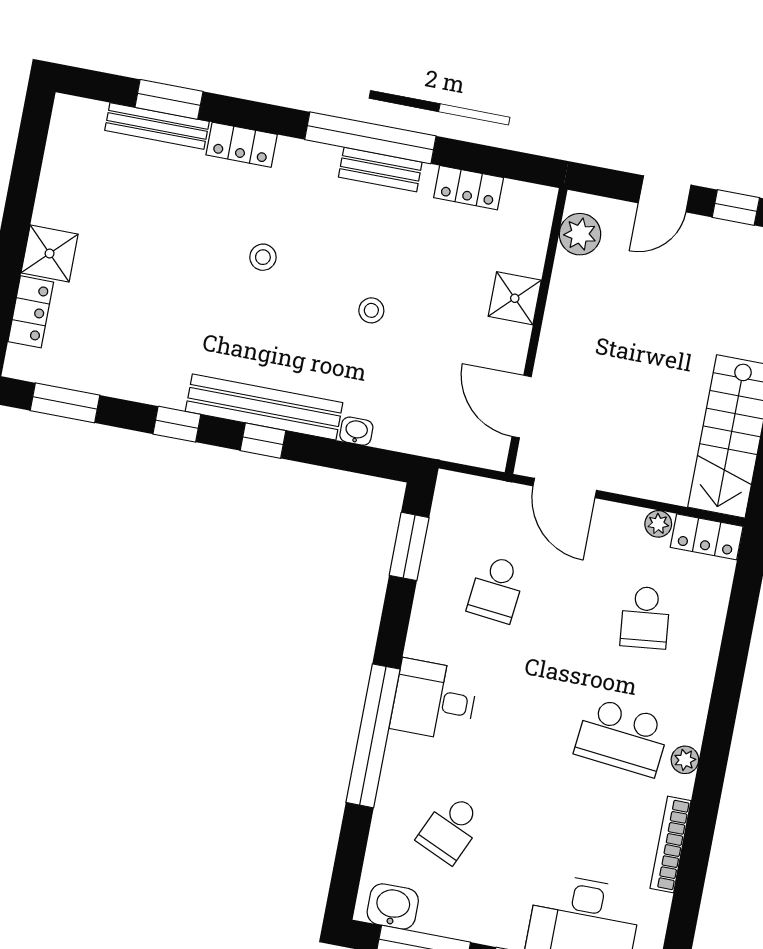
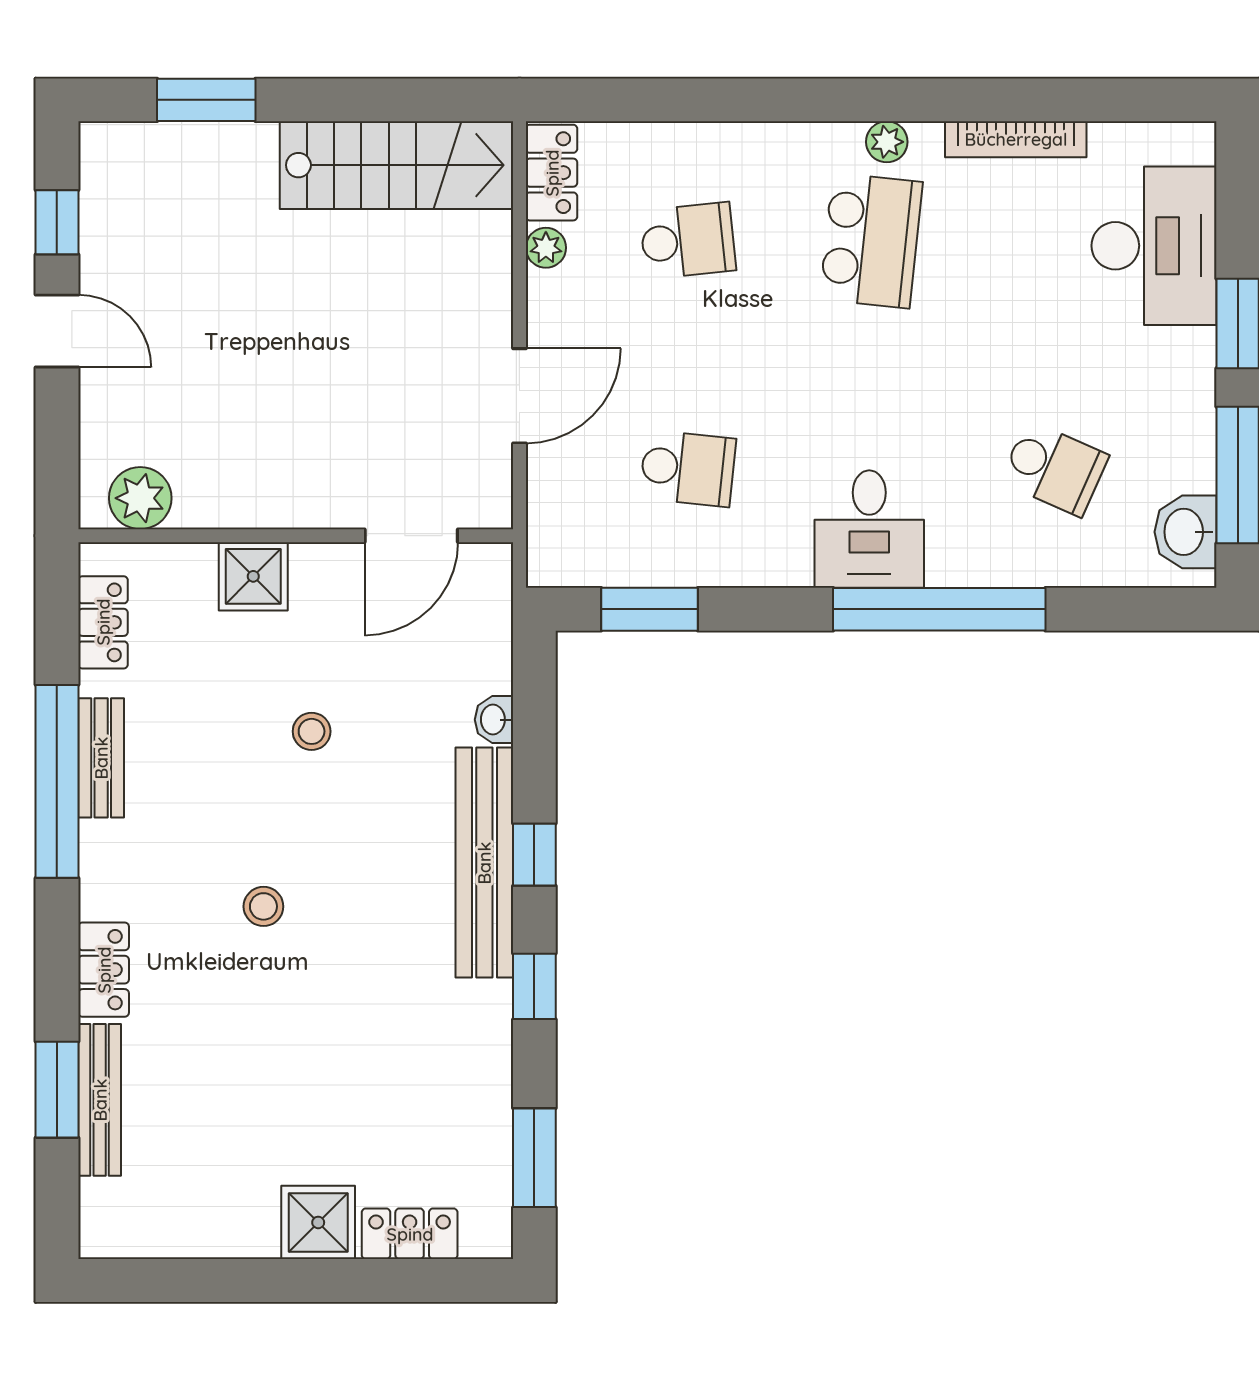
plant: (580, 234) -> (140, 498), moved
shower: (515, 298) -> (253, 576), moved
wall: (536, 331) -> (296, 536), moved
door: (522, 407) -> (411, 536), moved

